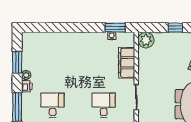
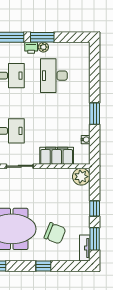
window: (115, 28) -> (95, 114), moved
window: (17, 62) -> (42, 37), moved
desk: (53, 65) -> (54, 76), added

